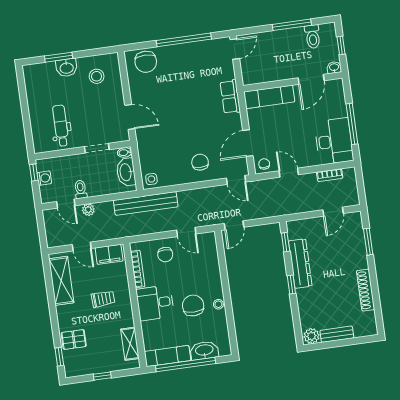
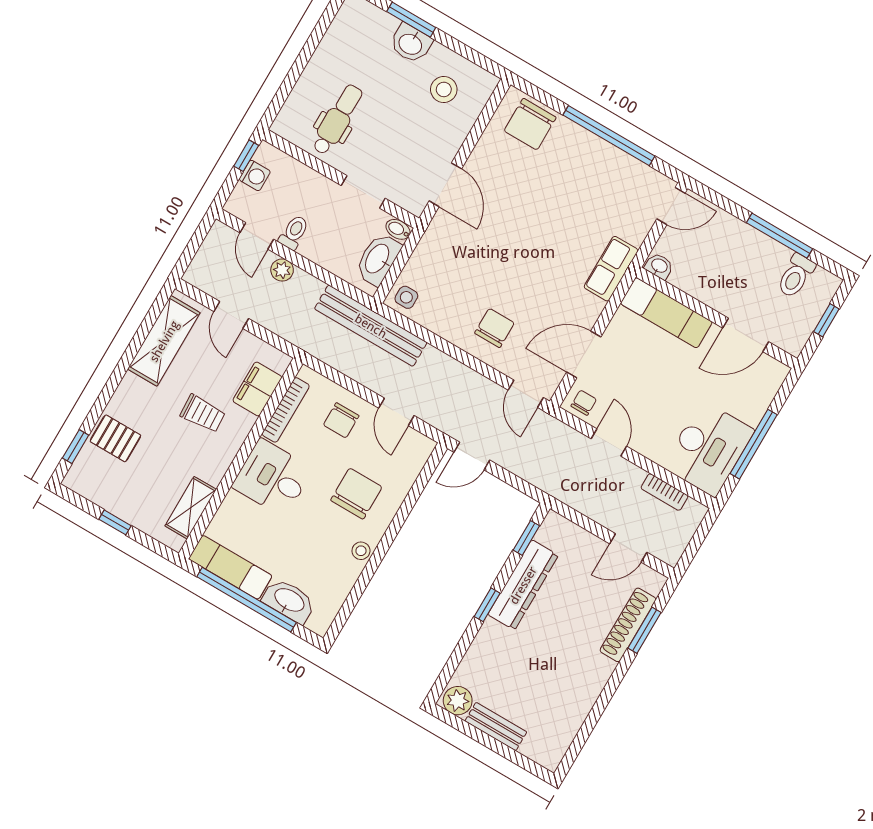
washbasin: (334, 67) -> (659, 266), moved
filing cabinet: (109, 254) -> (257, 389), moved, turned 90
shoe rack: (366, 290) -> (628, 625), moved
chair: (193, 306) -> (356, 494), moved

